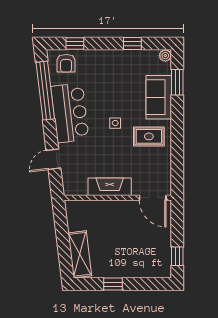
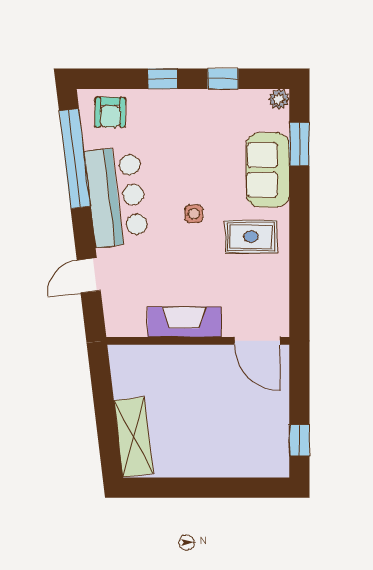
window: (75, 44) -> (163, 79), moved
window: (113, 284) -> (190, 488), removed

